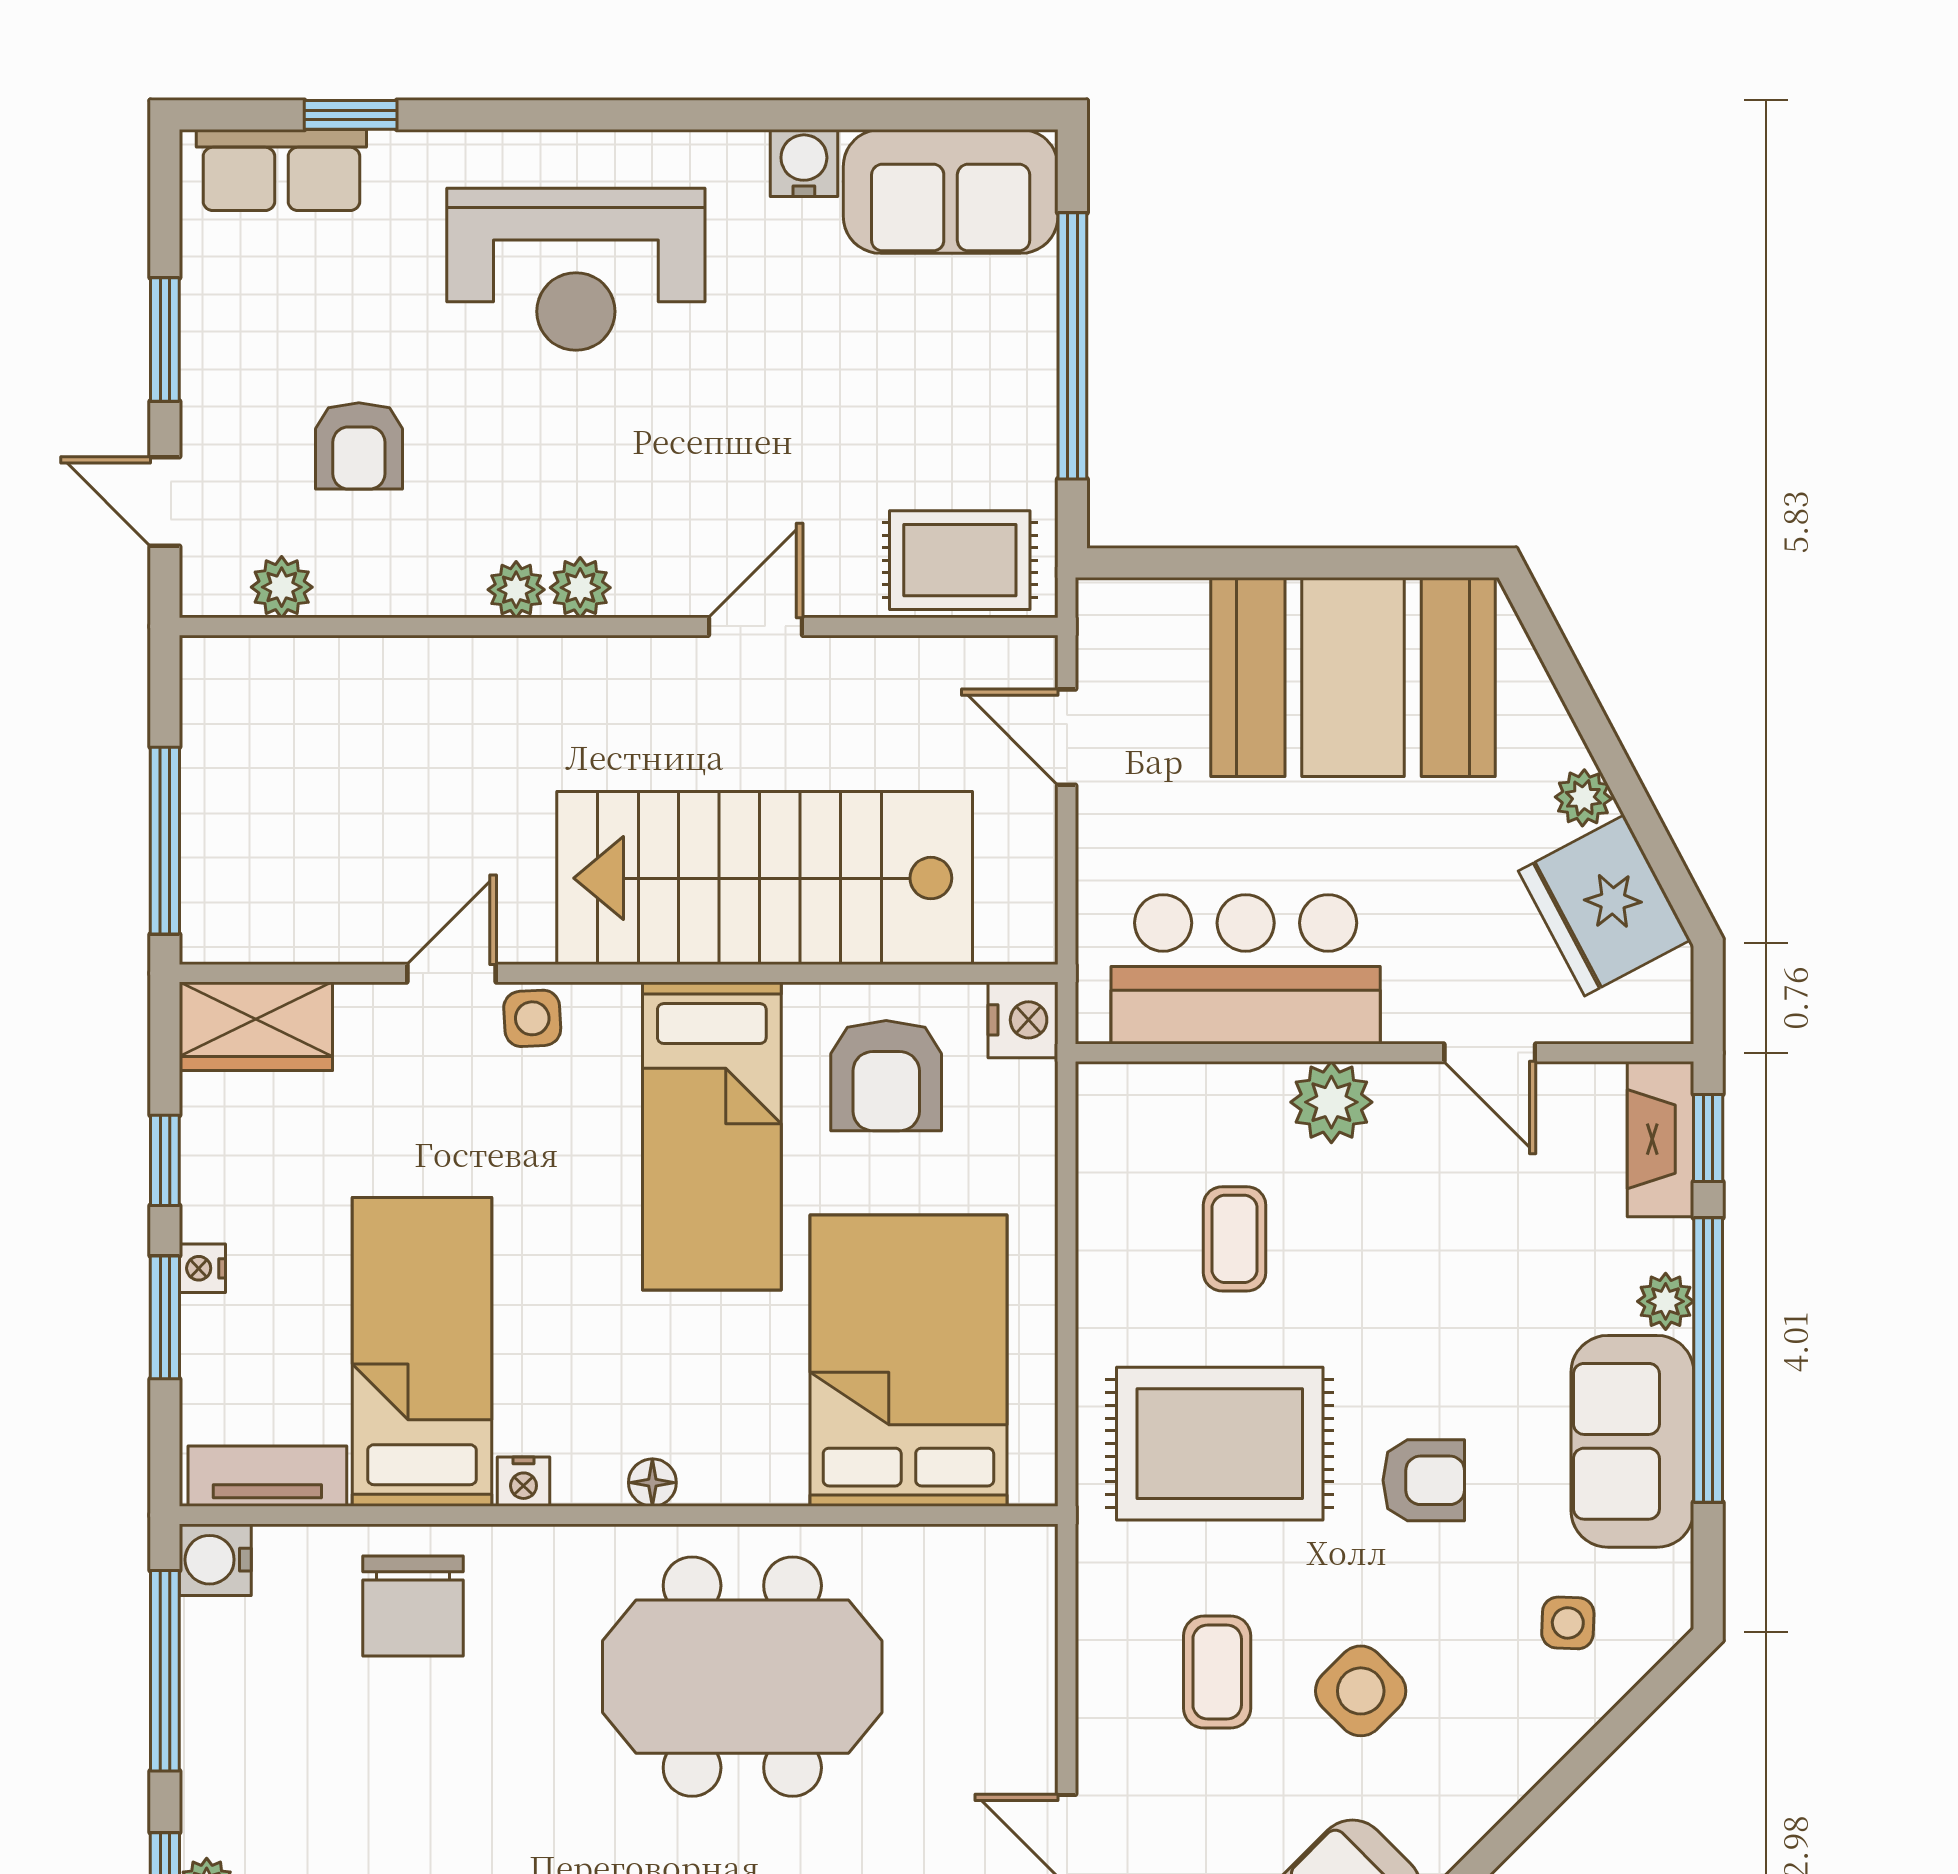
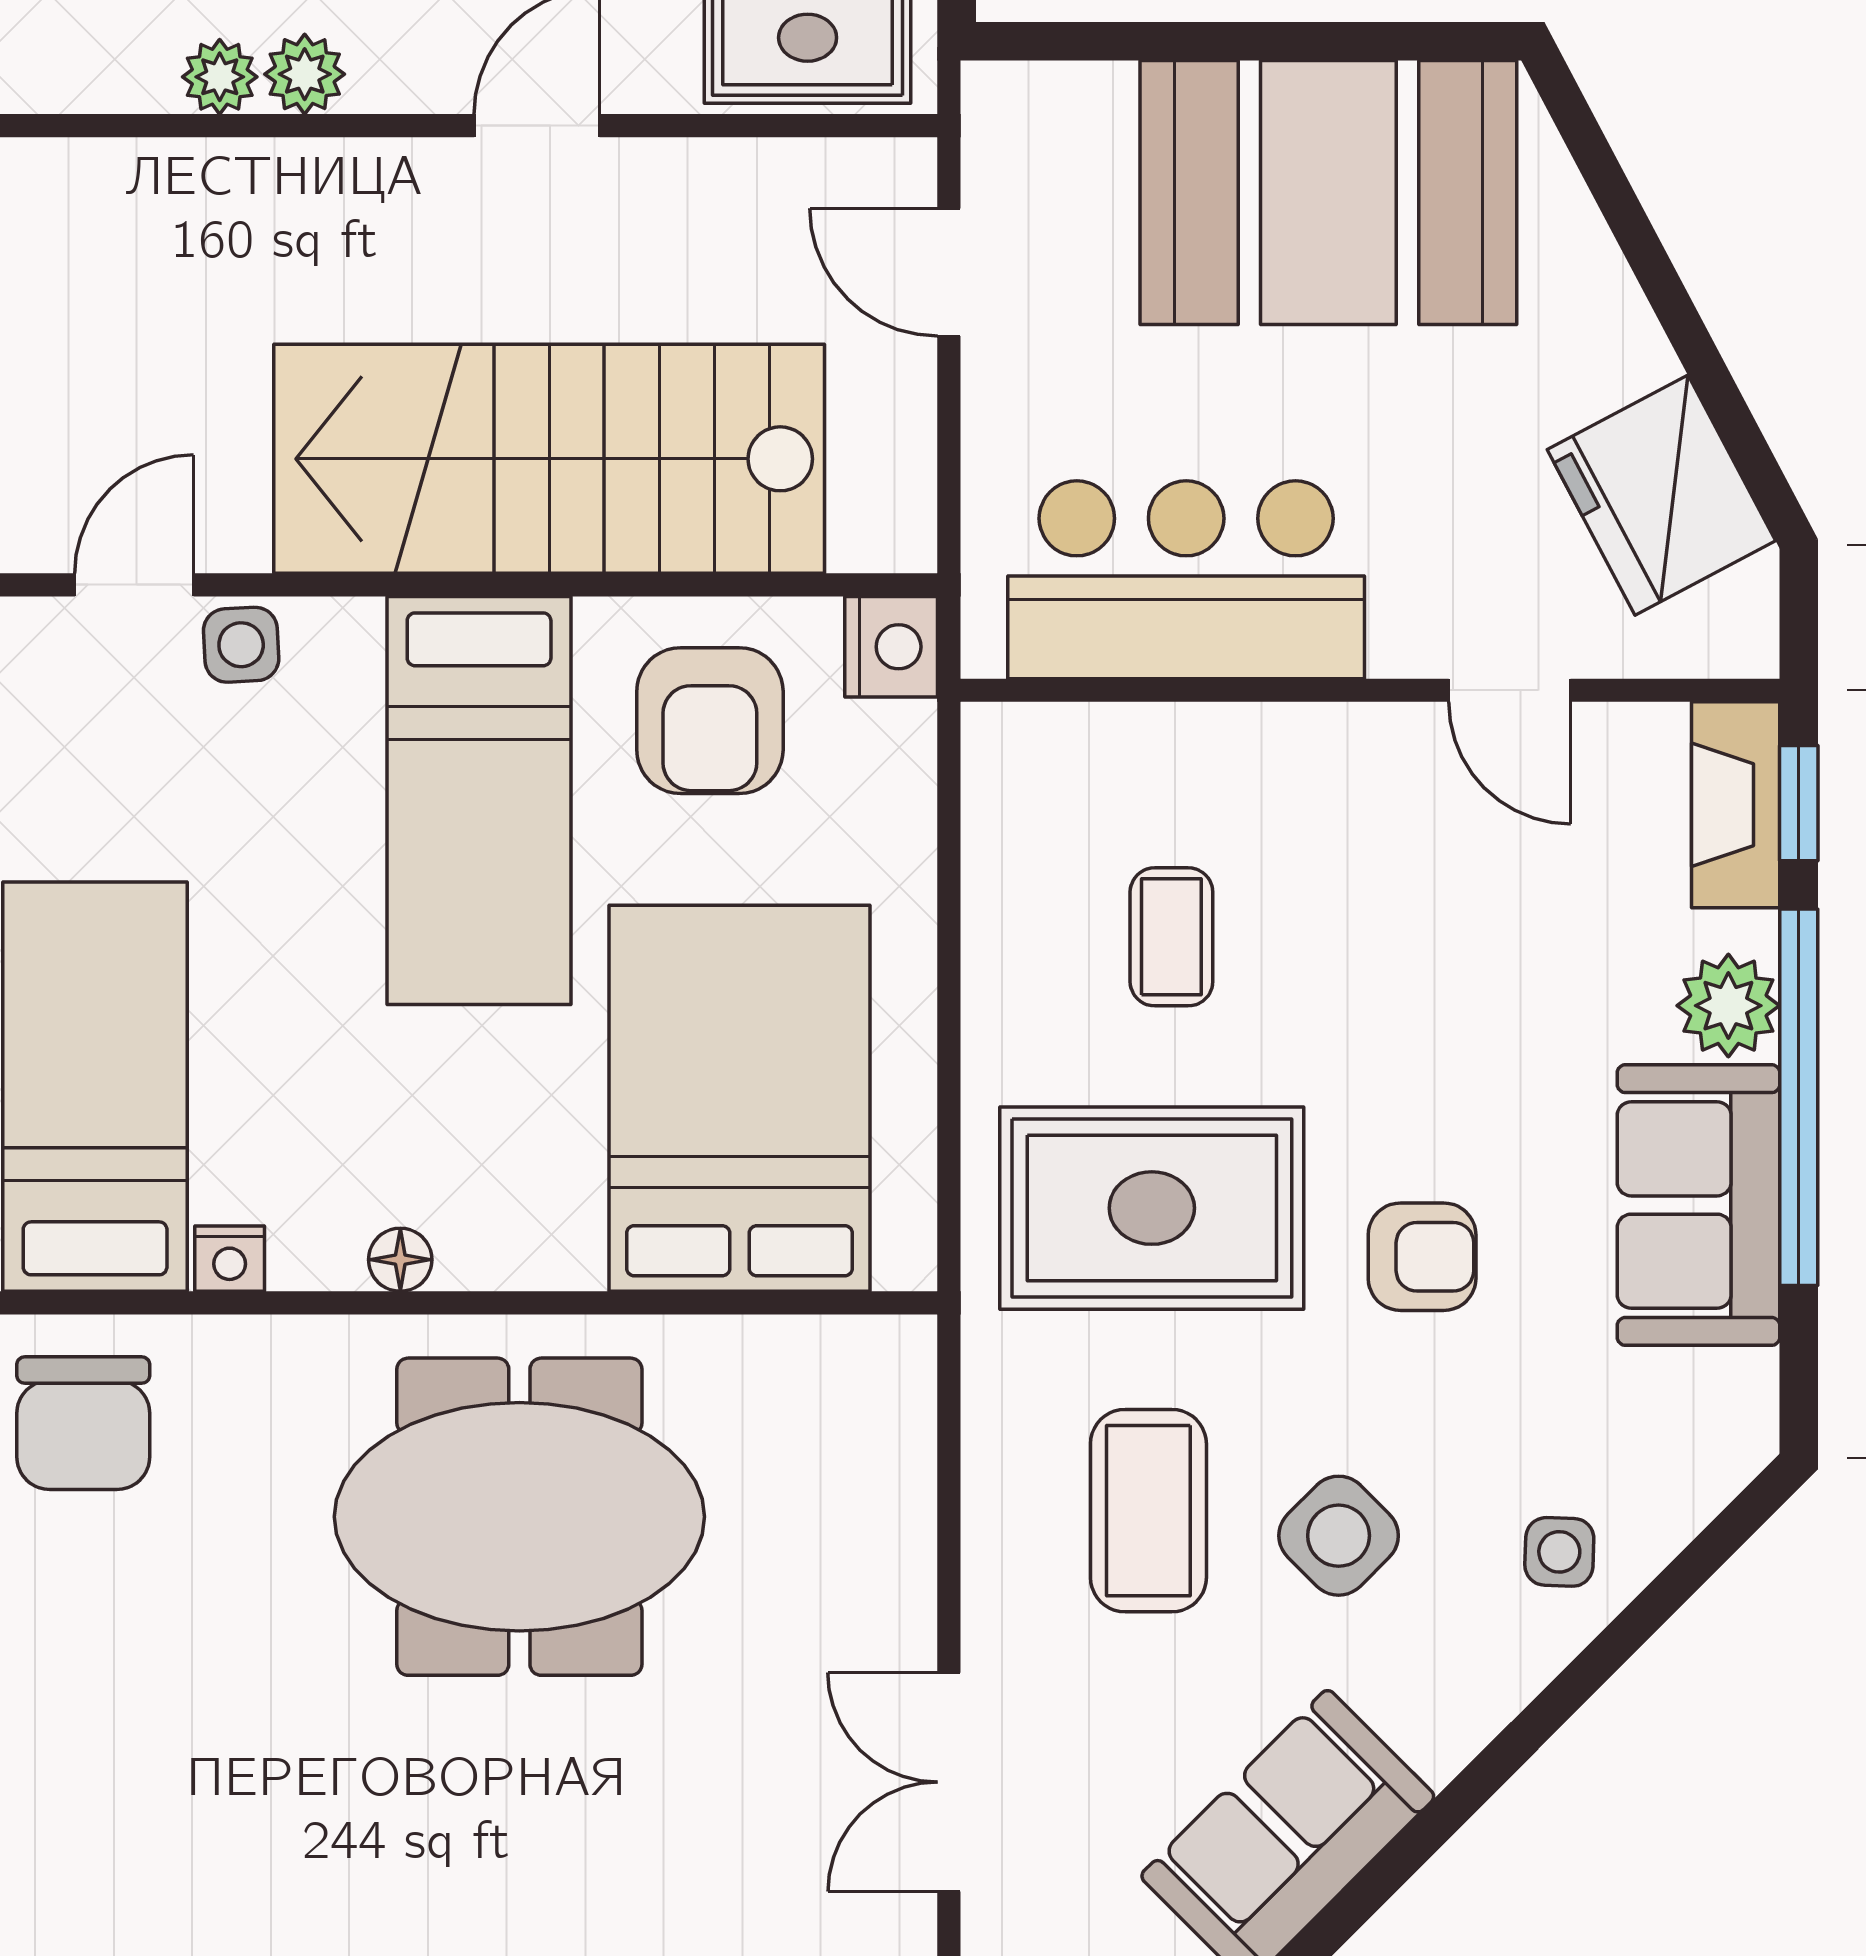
plant: (1583, 798) -> (1633, 353), removed
plant: (1331, 1102) -> (1300, 756), removed
plant: (1666, 1301) -> (1728, 1006), width x1.38, depth x1.38
side table: (1568, 1623) -> (1559, 1552), moved
coffee table: (1217, 1672) -> (1148, 1511), width x1.36, depth x1.30

